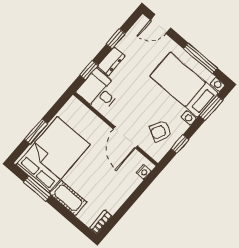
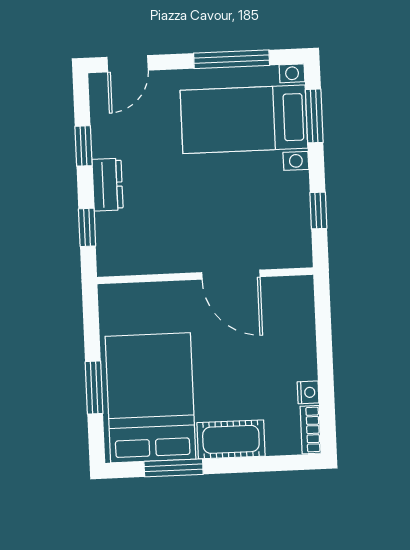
desk: (99, 91) -> (130, 244), removed
armchair: (161, 131) -> (273, 218), removed
nightstand: (144, 172) -> (308, 392), moved

